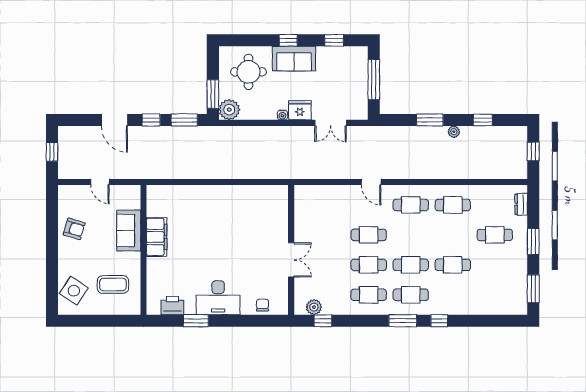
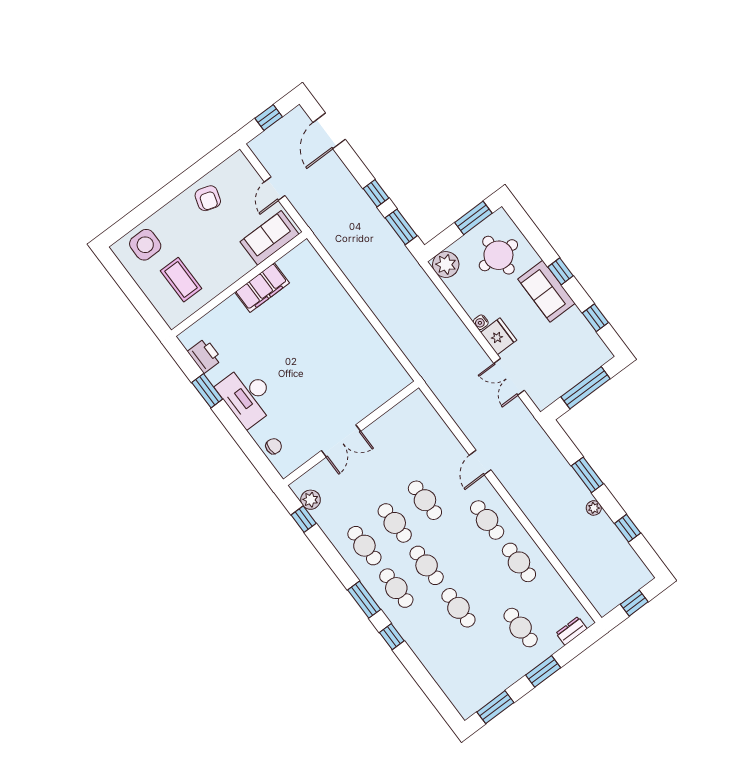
window: (213, 94) -> (473, 218), moved
door: (114, 120) -> (329, 131), moved
sofa: (129, 230) -> (270, 238), moved
side table: (74, 291) -> (145, 245), turned -33

